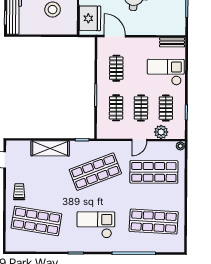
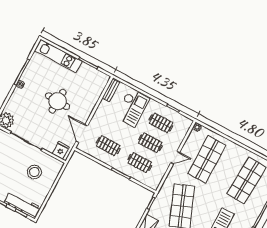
fridge: (90, 18) -> (61, 150), width x0.53, depth x0.75
door: (115, 36) -> (82, 133), hinge flipped
checkout: (166, 72) -> (132, 108), turned 180
plant: (161, 132) -> (178, 137), removed
door: (139, 140) -> (175, 158), hinge flipped

